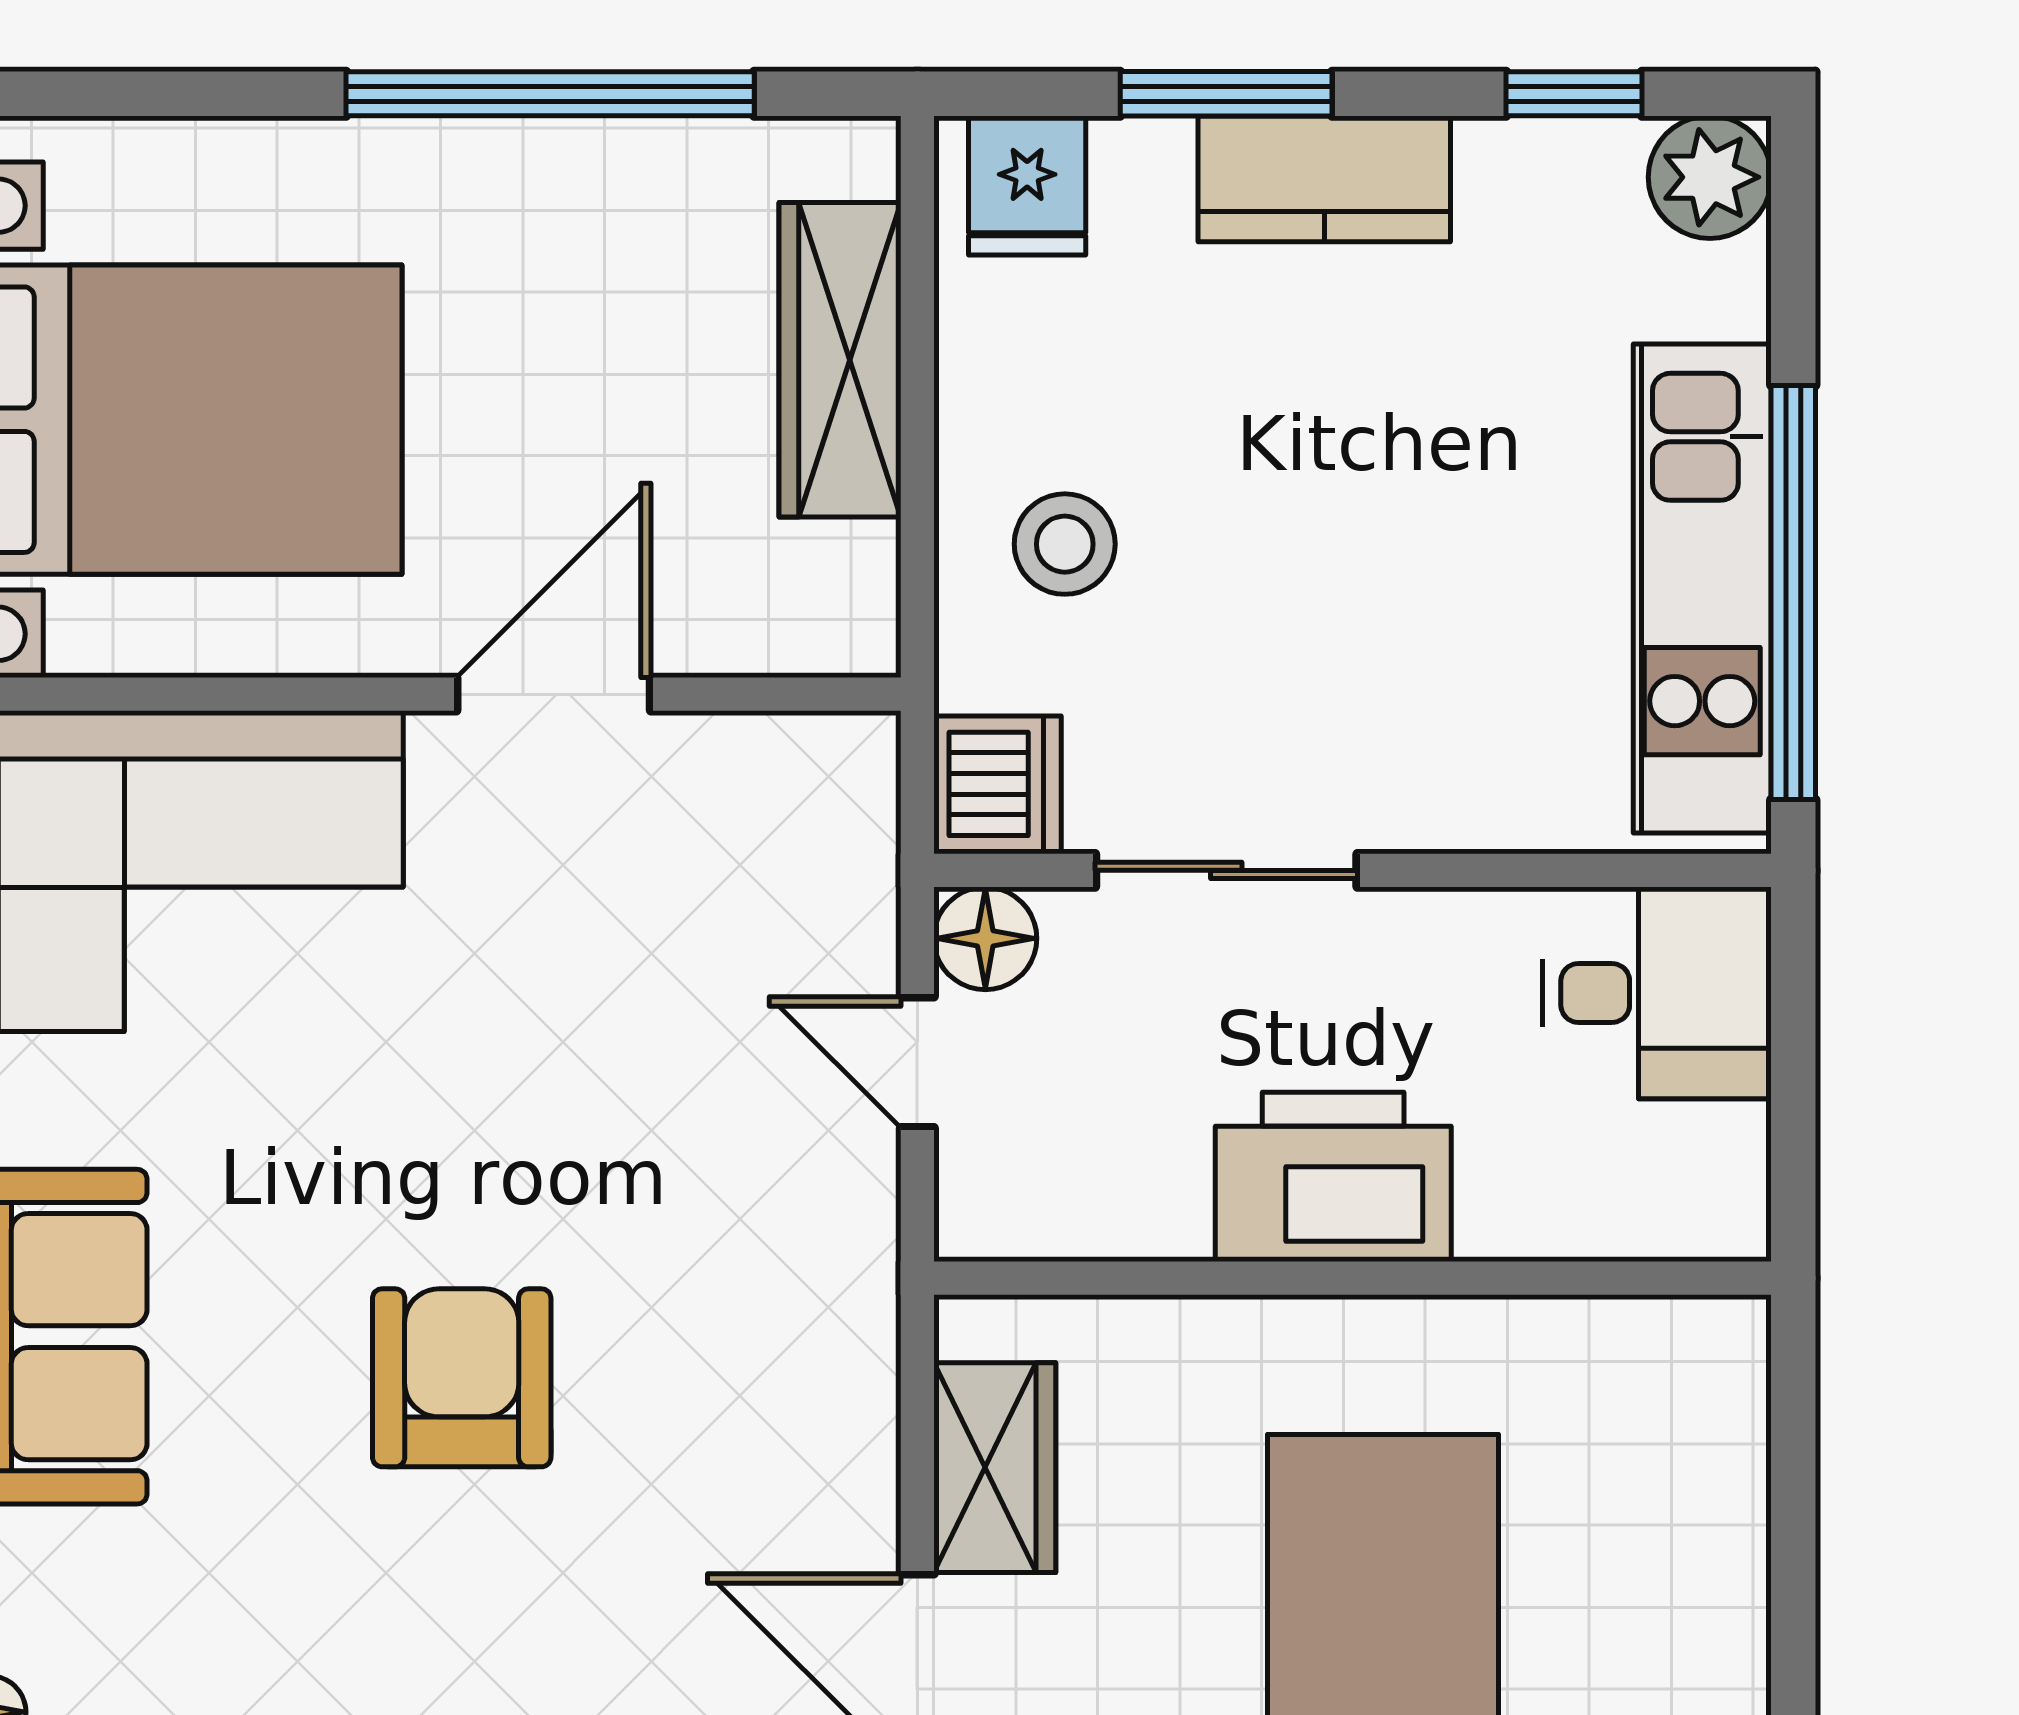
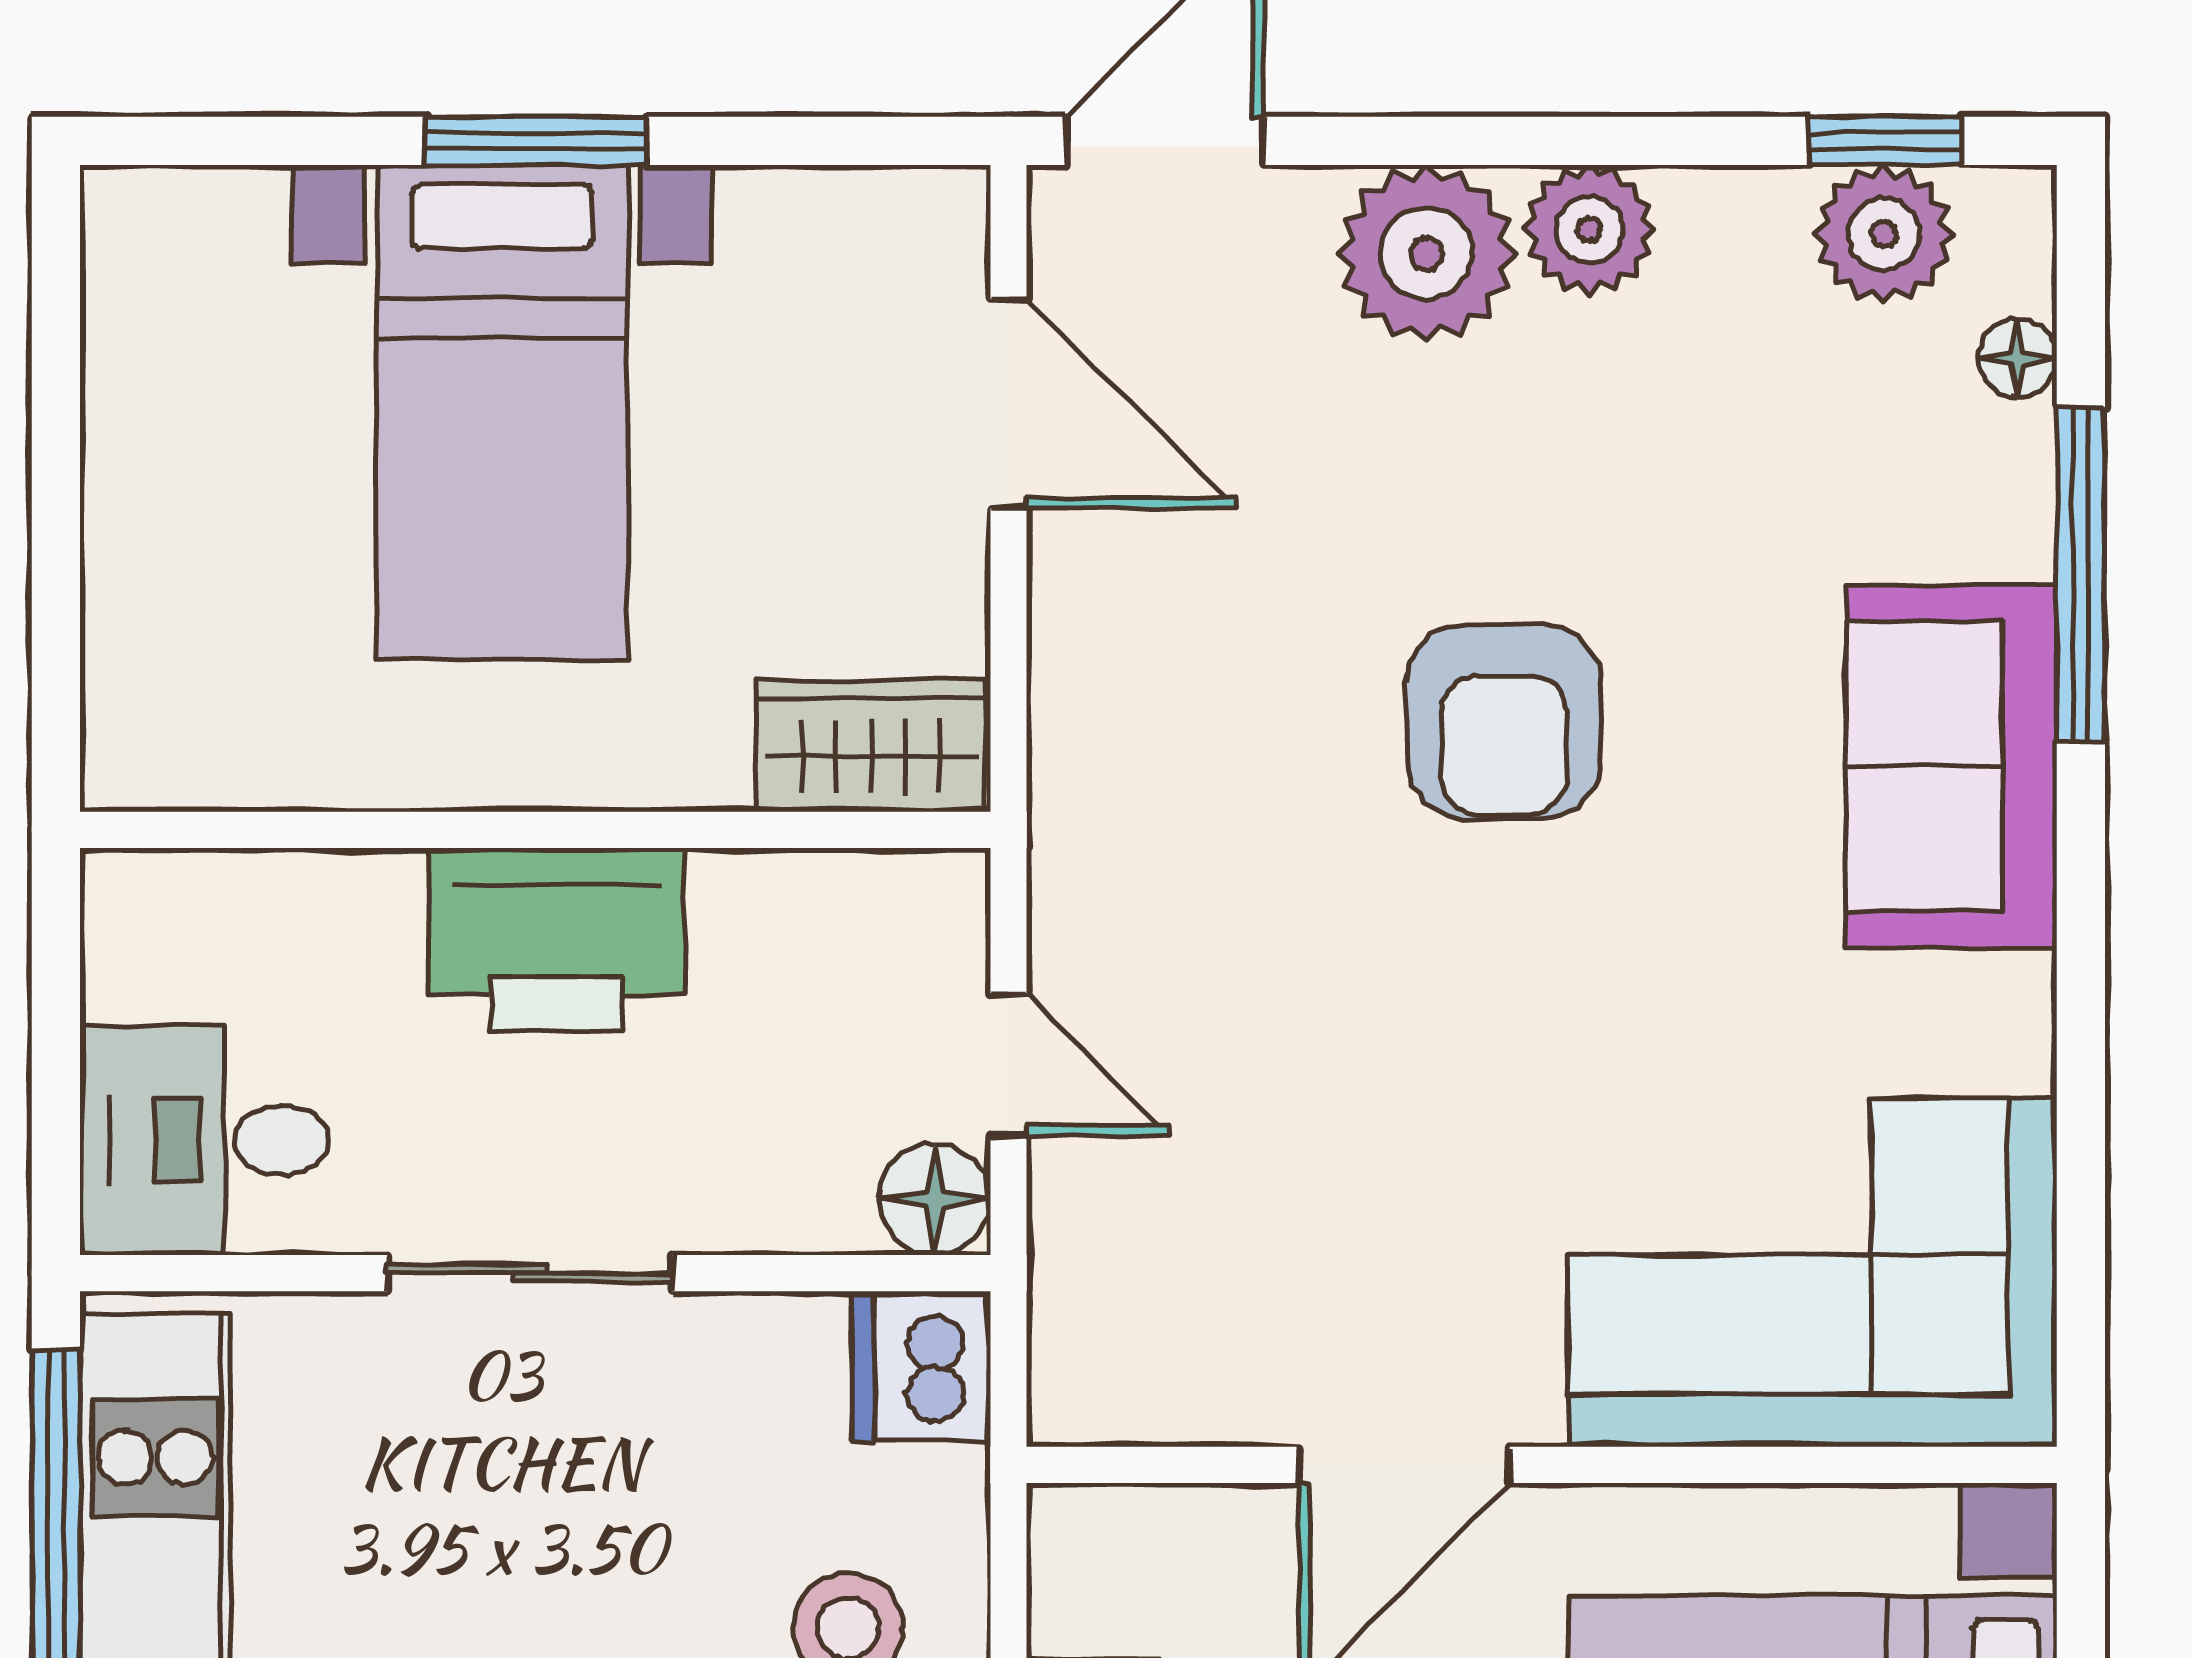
sliding door: (1226, 870) -> (530, 1273), moved
wardrobe: (995, 1468) -> (870, 746), moved, turned 90

